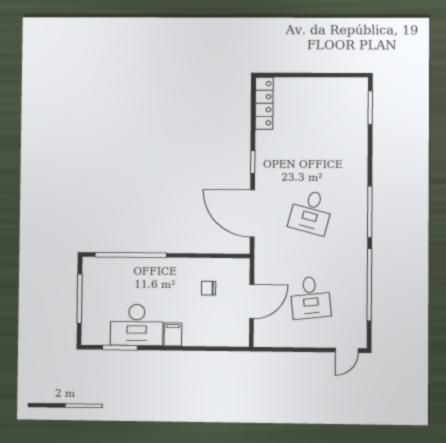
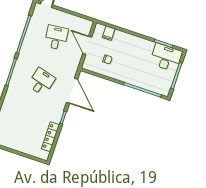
locker: (264, 103) -> (50, 137), moved
door: (252, 302) -> (87, 45), hinge flipped
desk: (137, 325) -> (166, 58), moved
filing cabinet: (173, 334) -> (109, 33), moved

